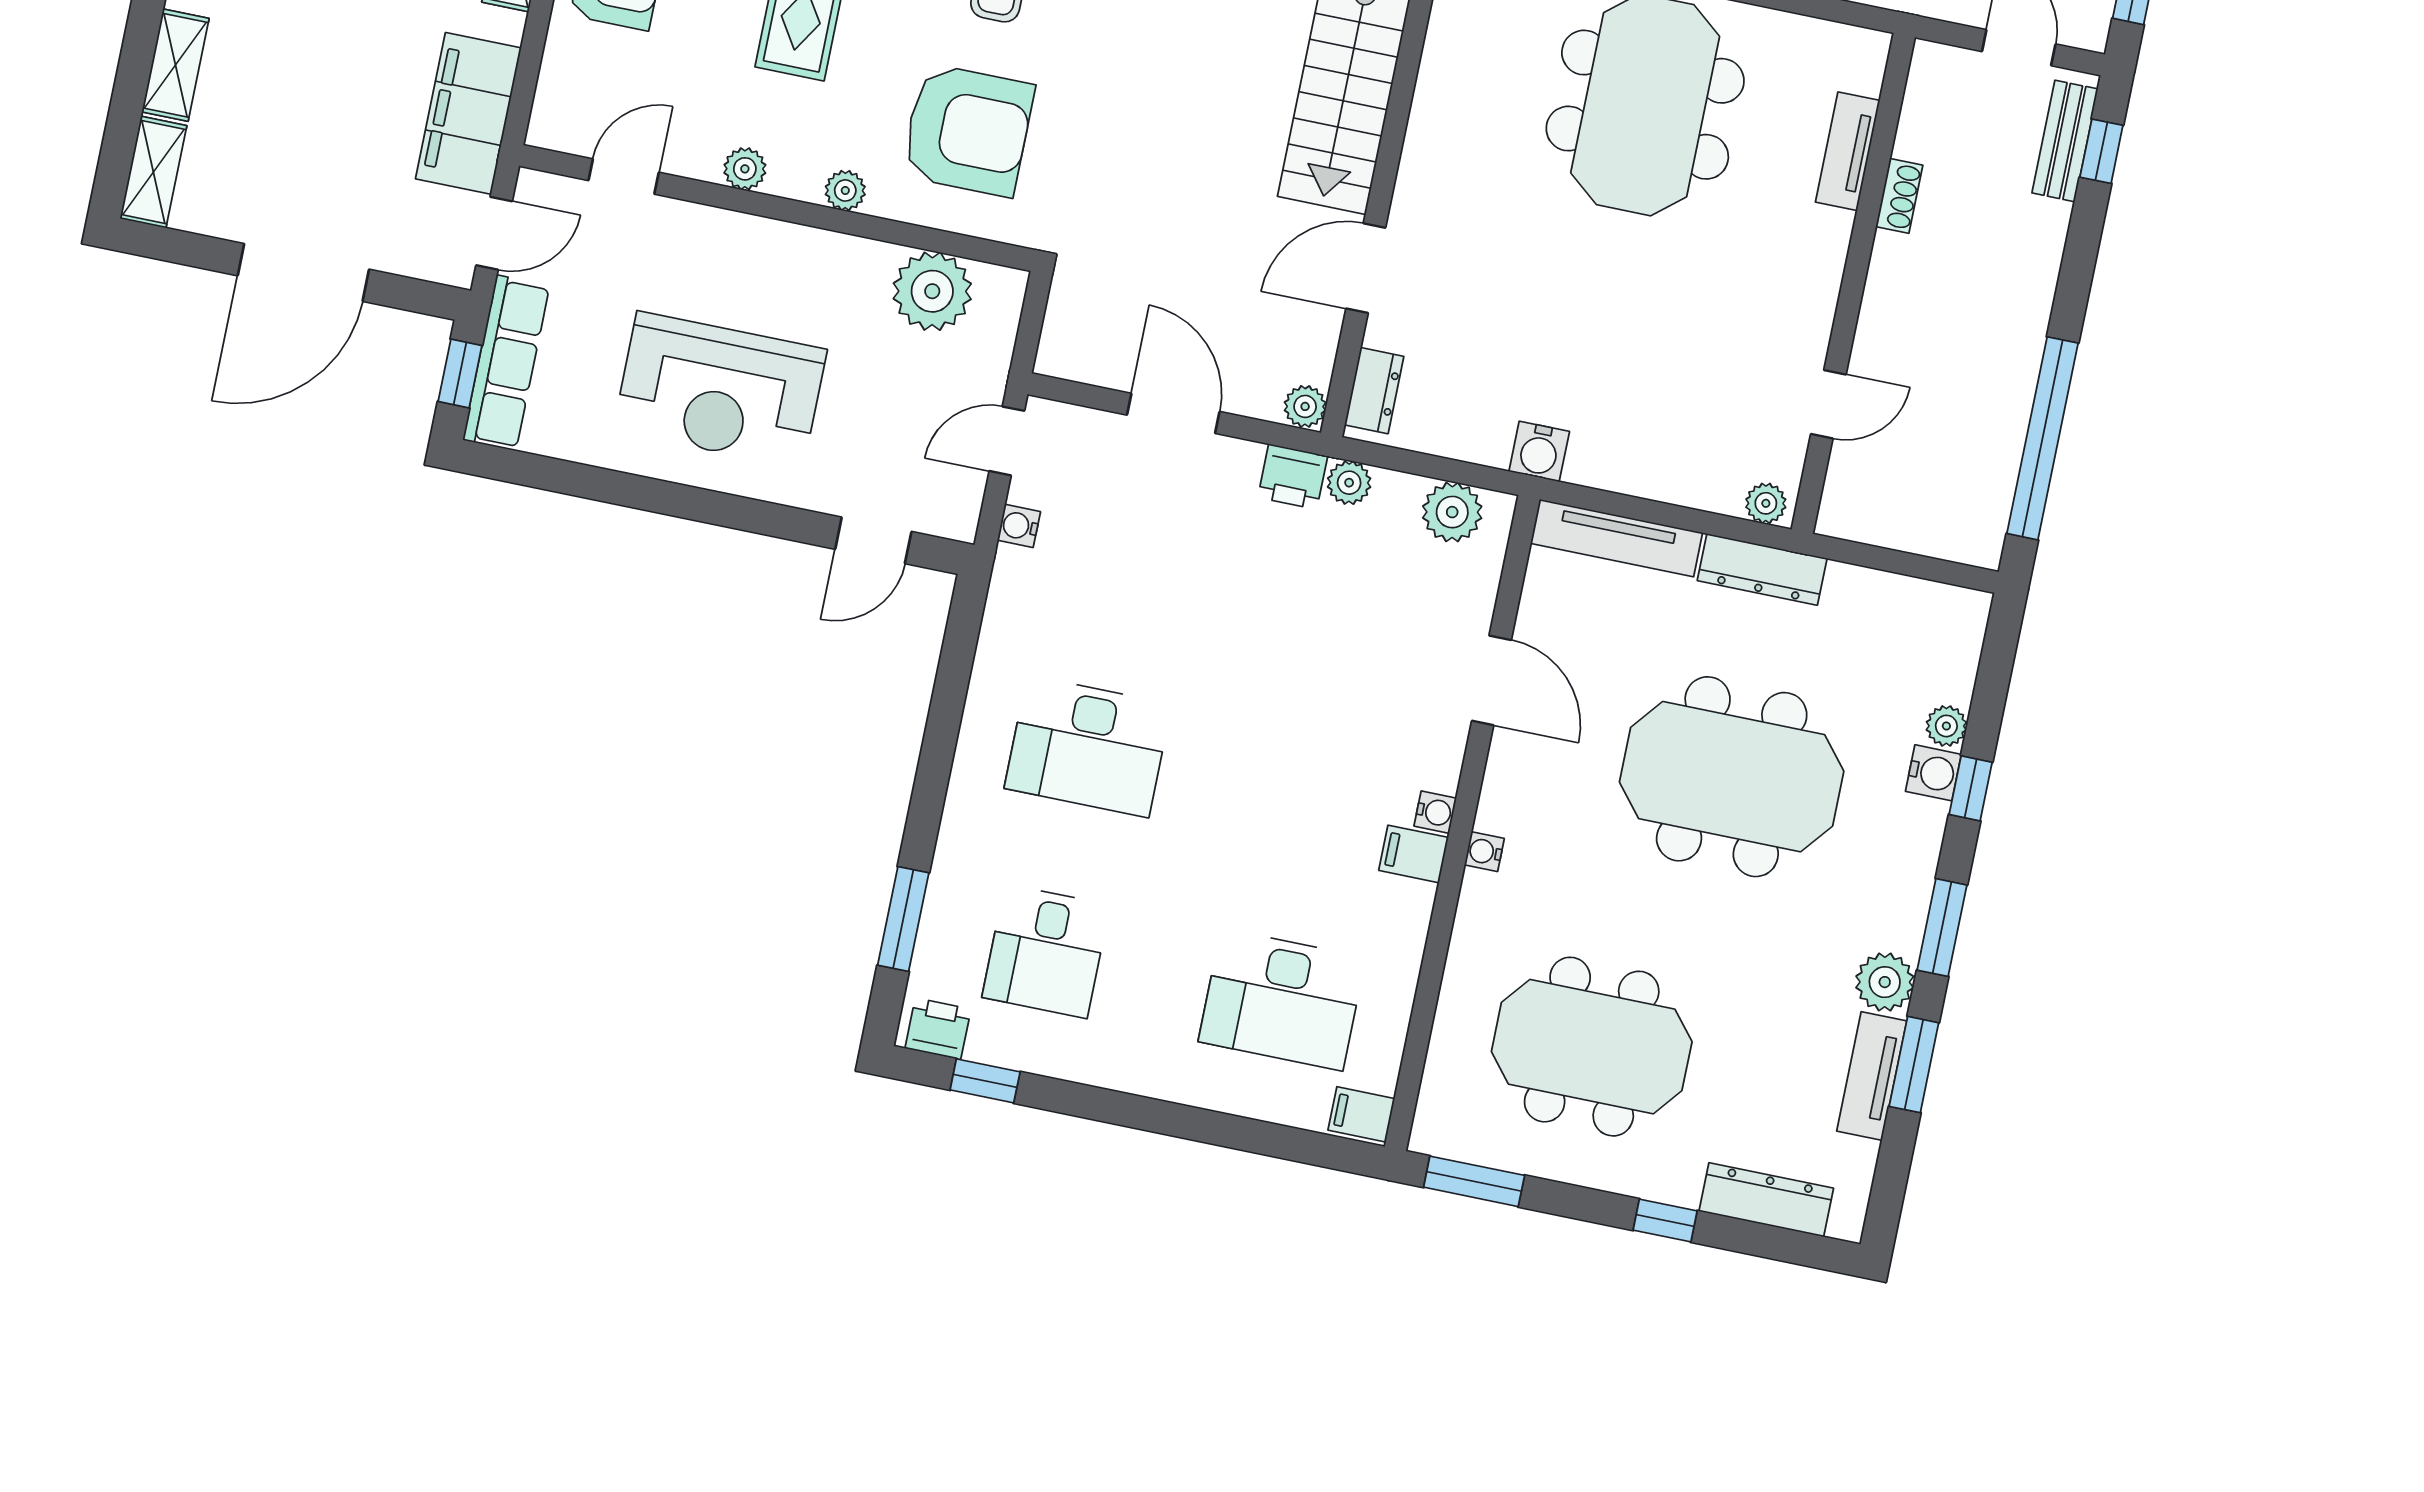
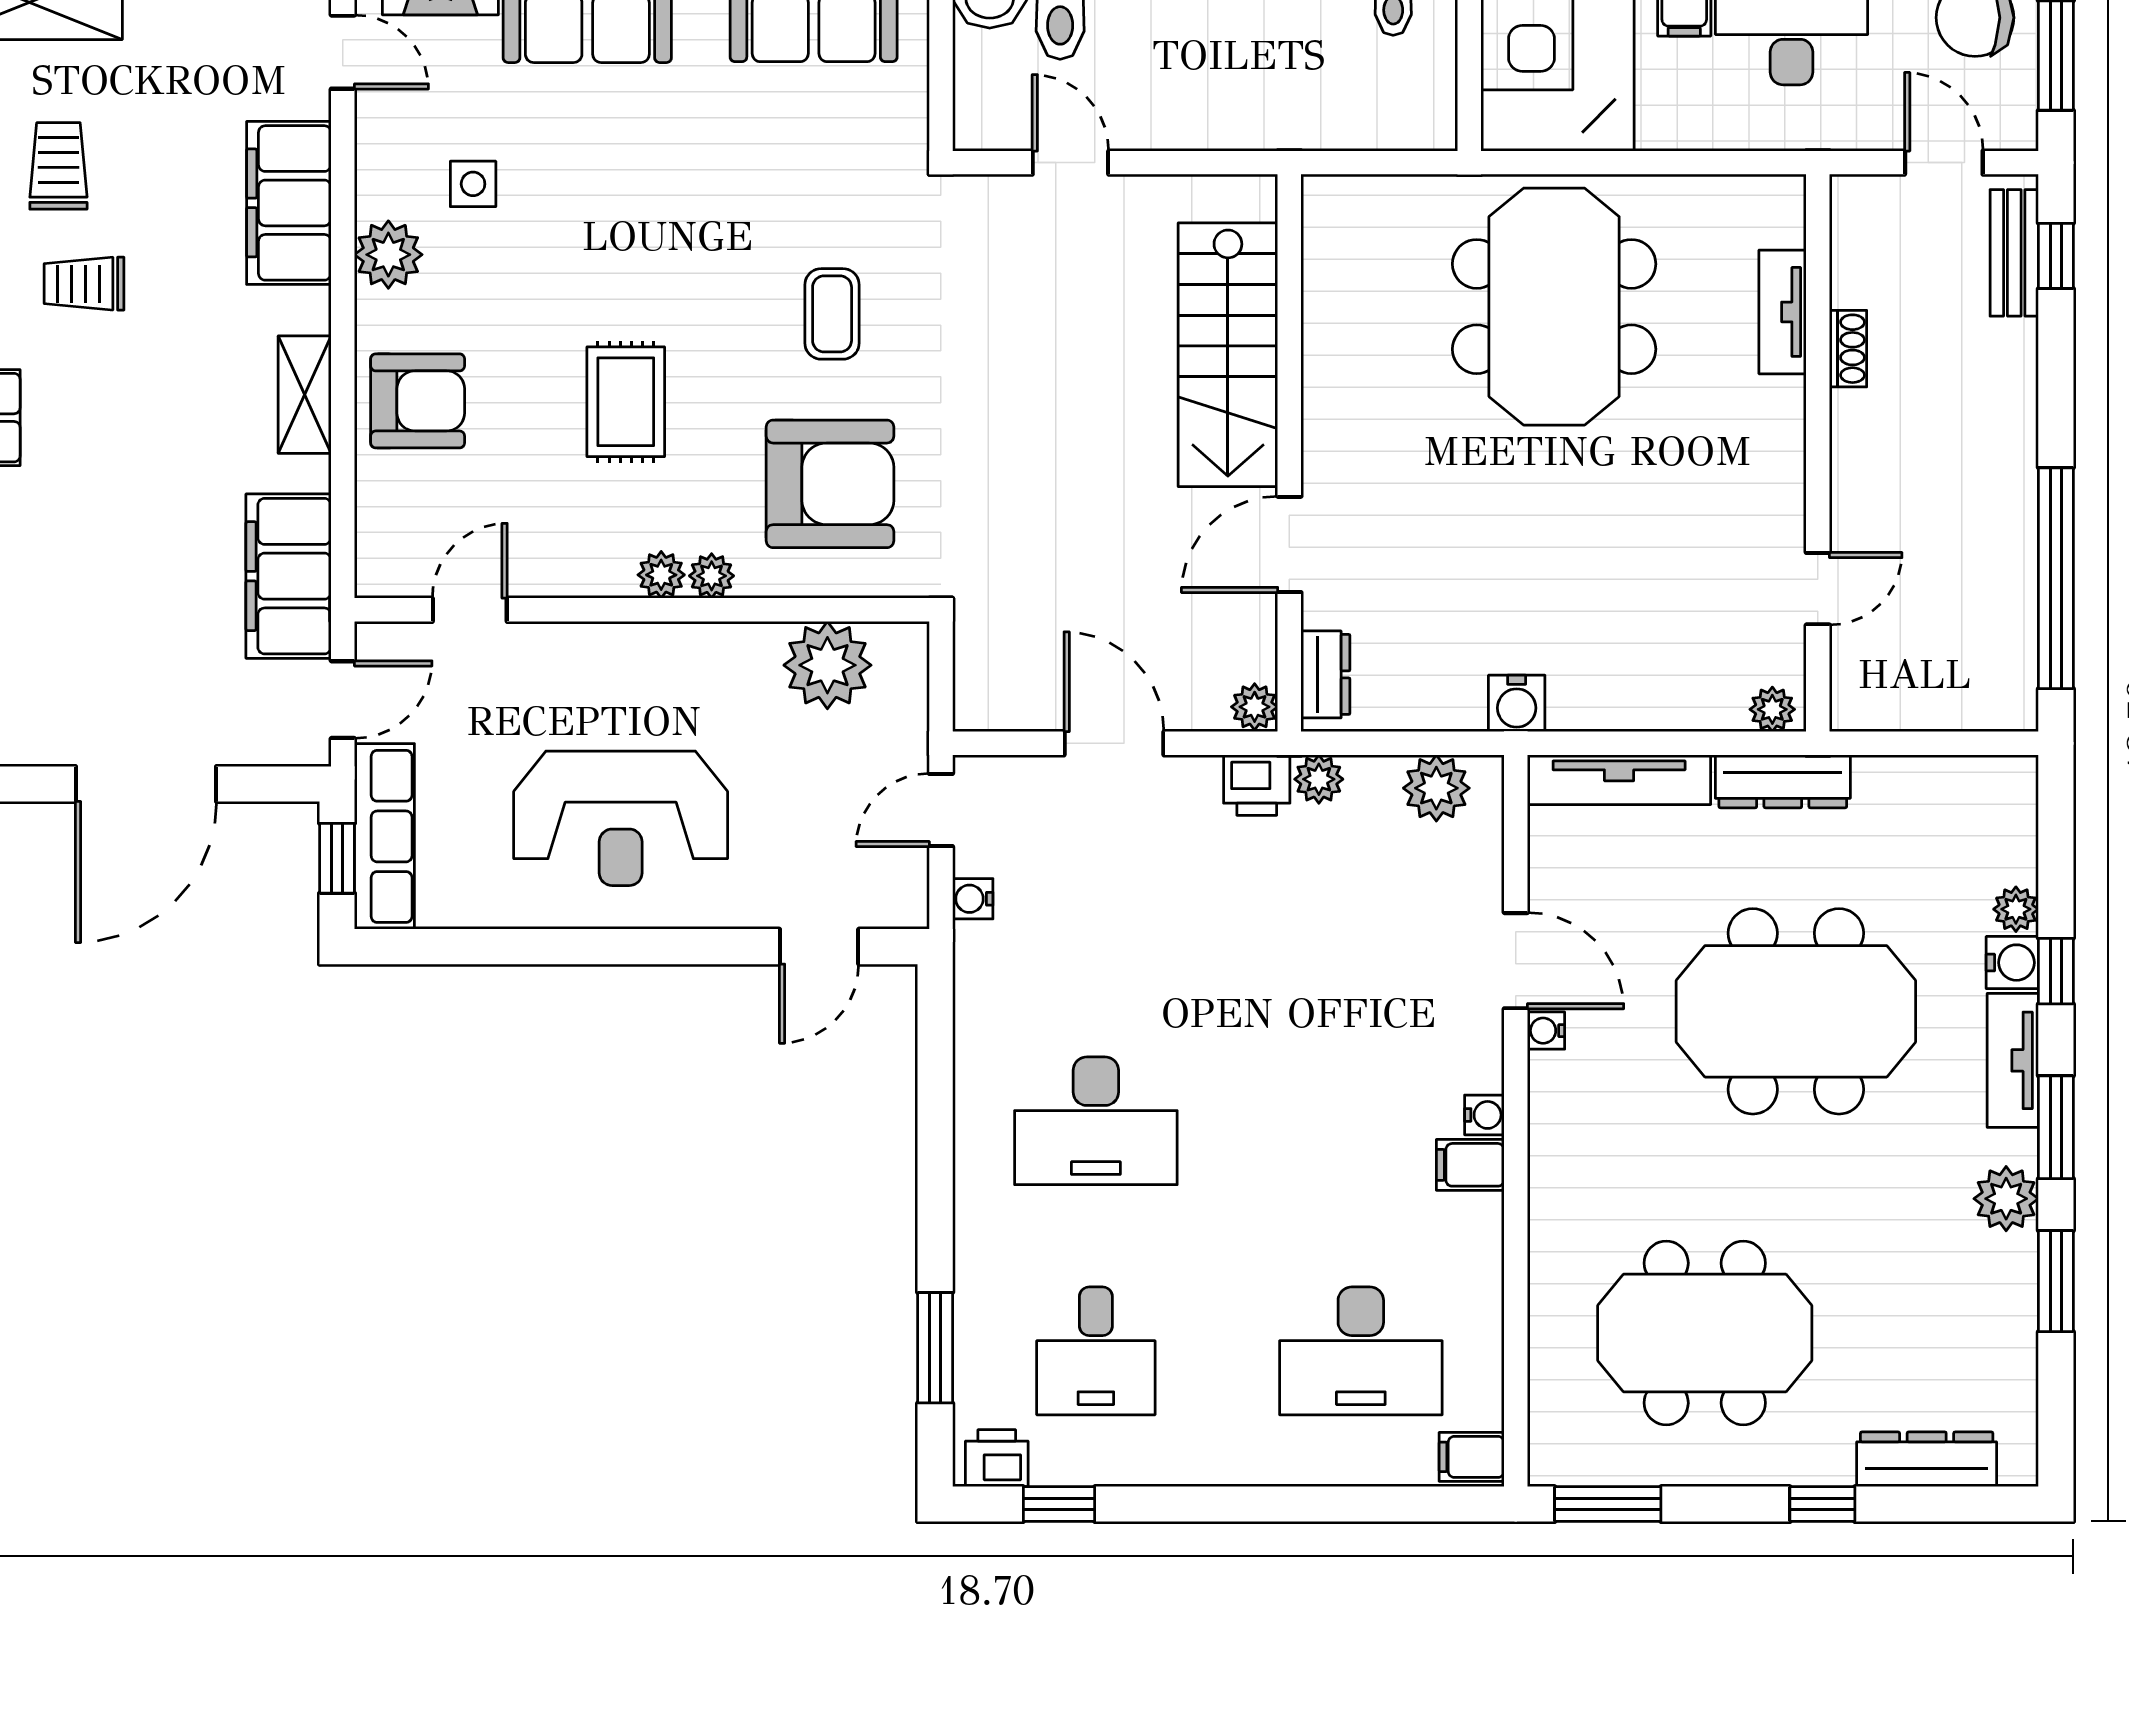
plant: (745, 169) -> (661, 575), moved
water cooler: (1484, 852) -> (1546, 1031), moved
tv unit: (1872, 1076) -> (2013, 1060), moved

